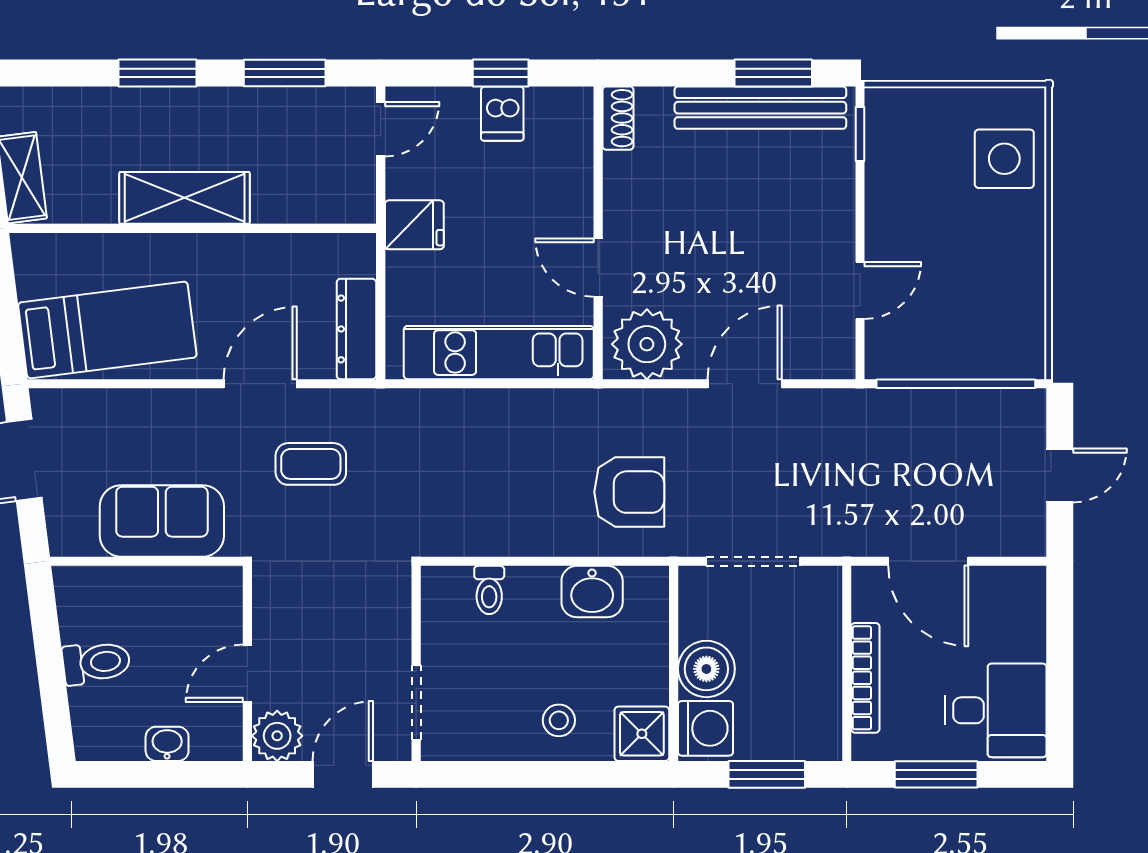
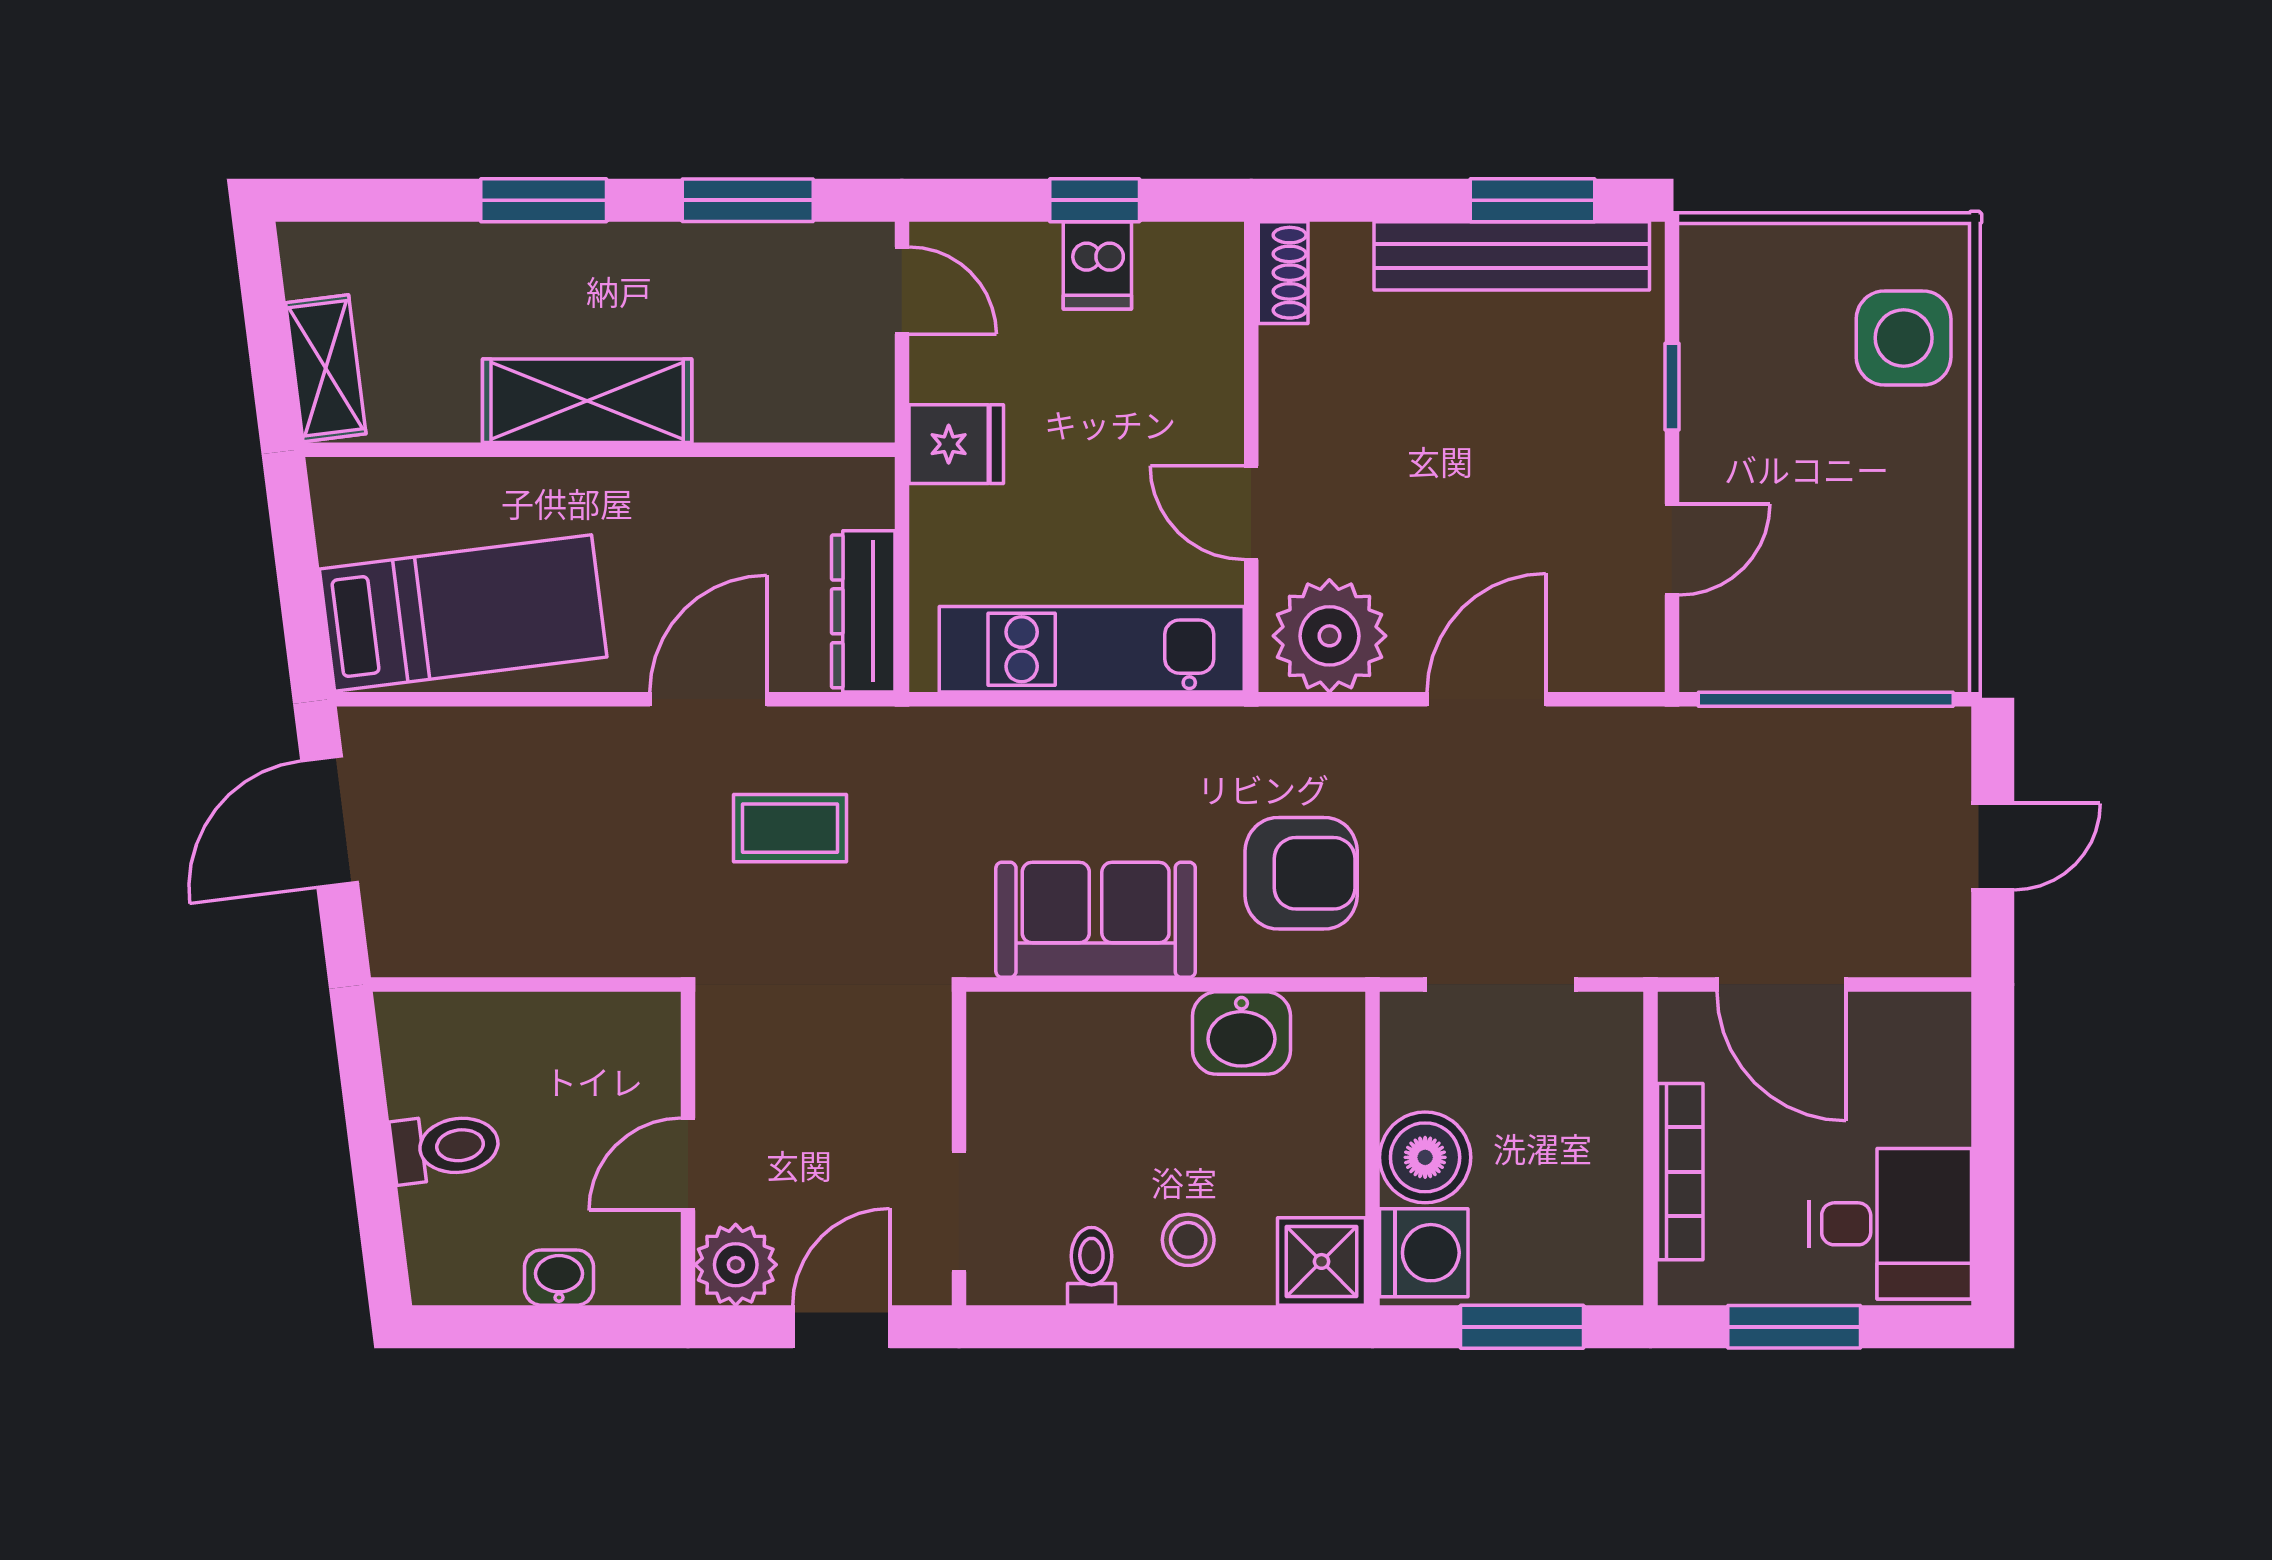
door: (381, 129) -> (902, 291), hinge flipped
window: (860, 134) -> (1672, 387), moved
sofa: (162, 521) -> (1096, 920), moved
toilet: (489, 590) -> (1091, 1266), moved, turned 180

